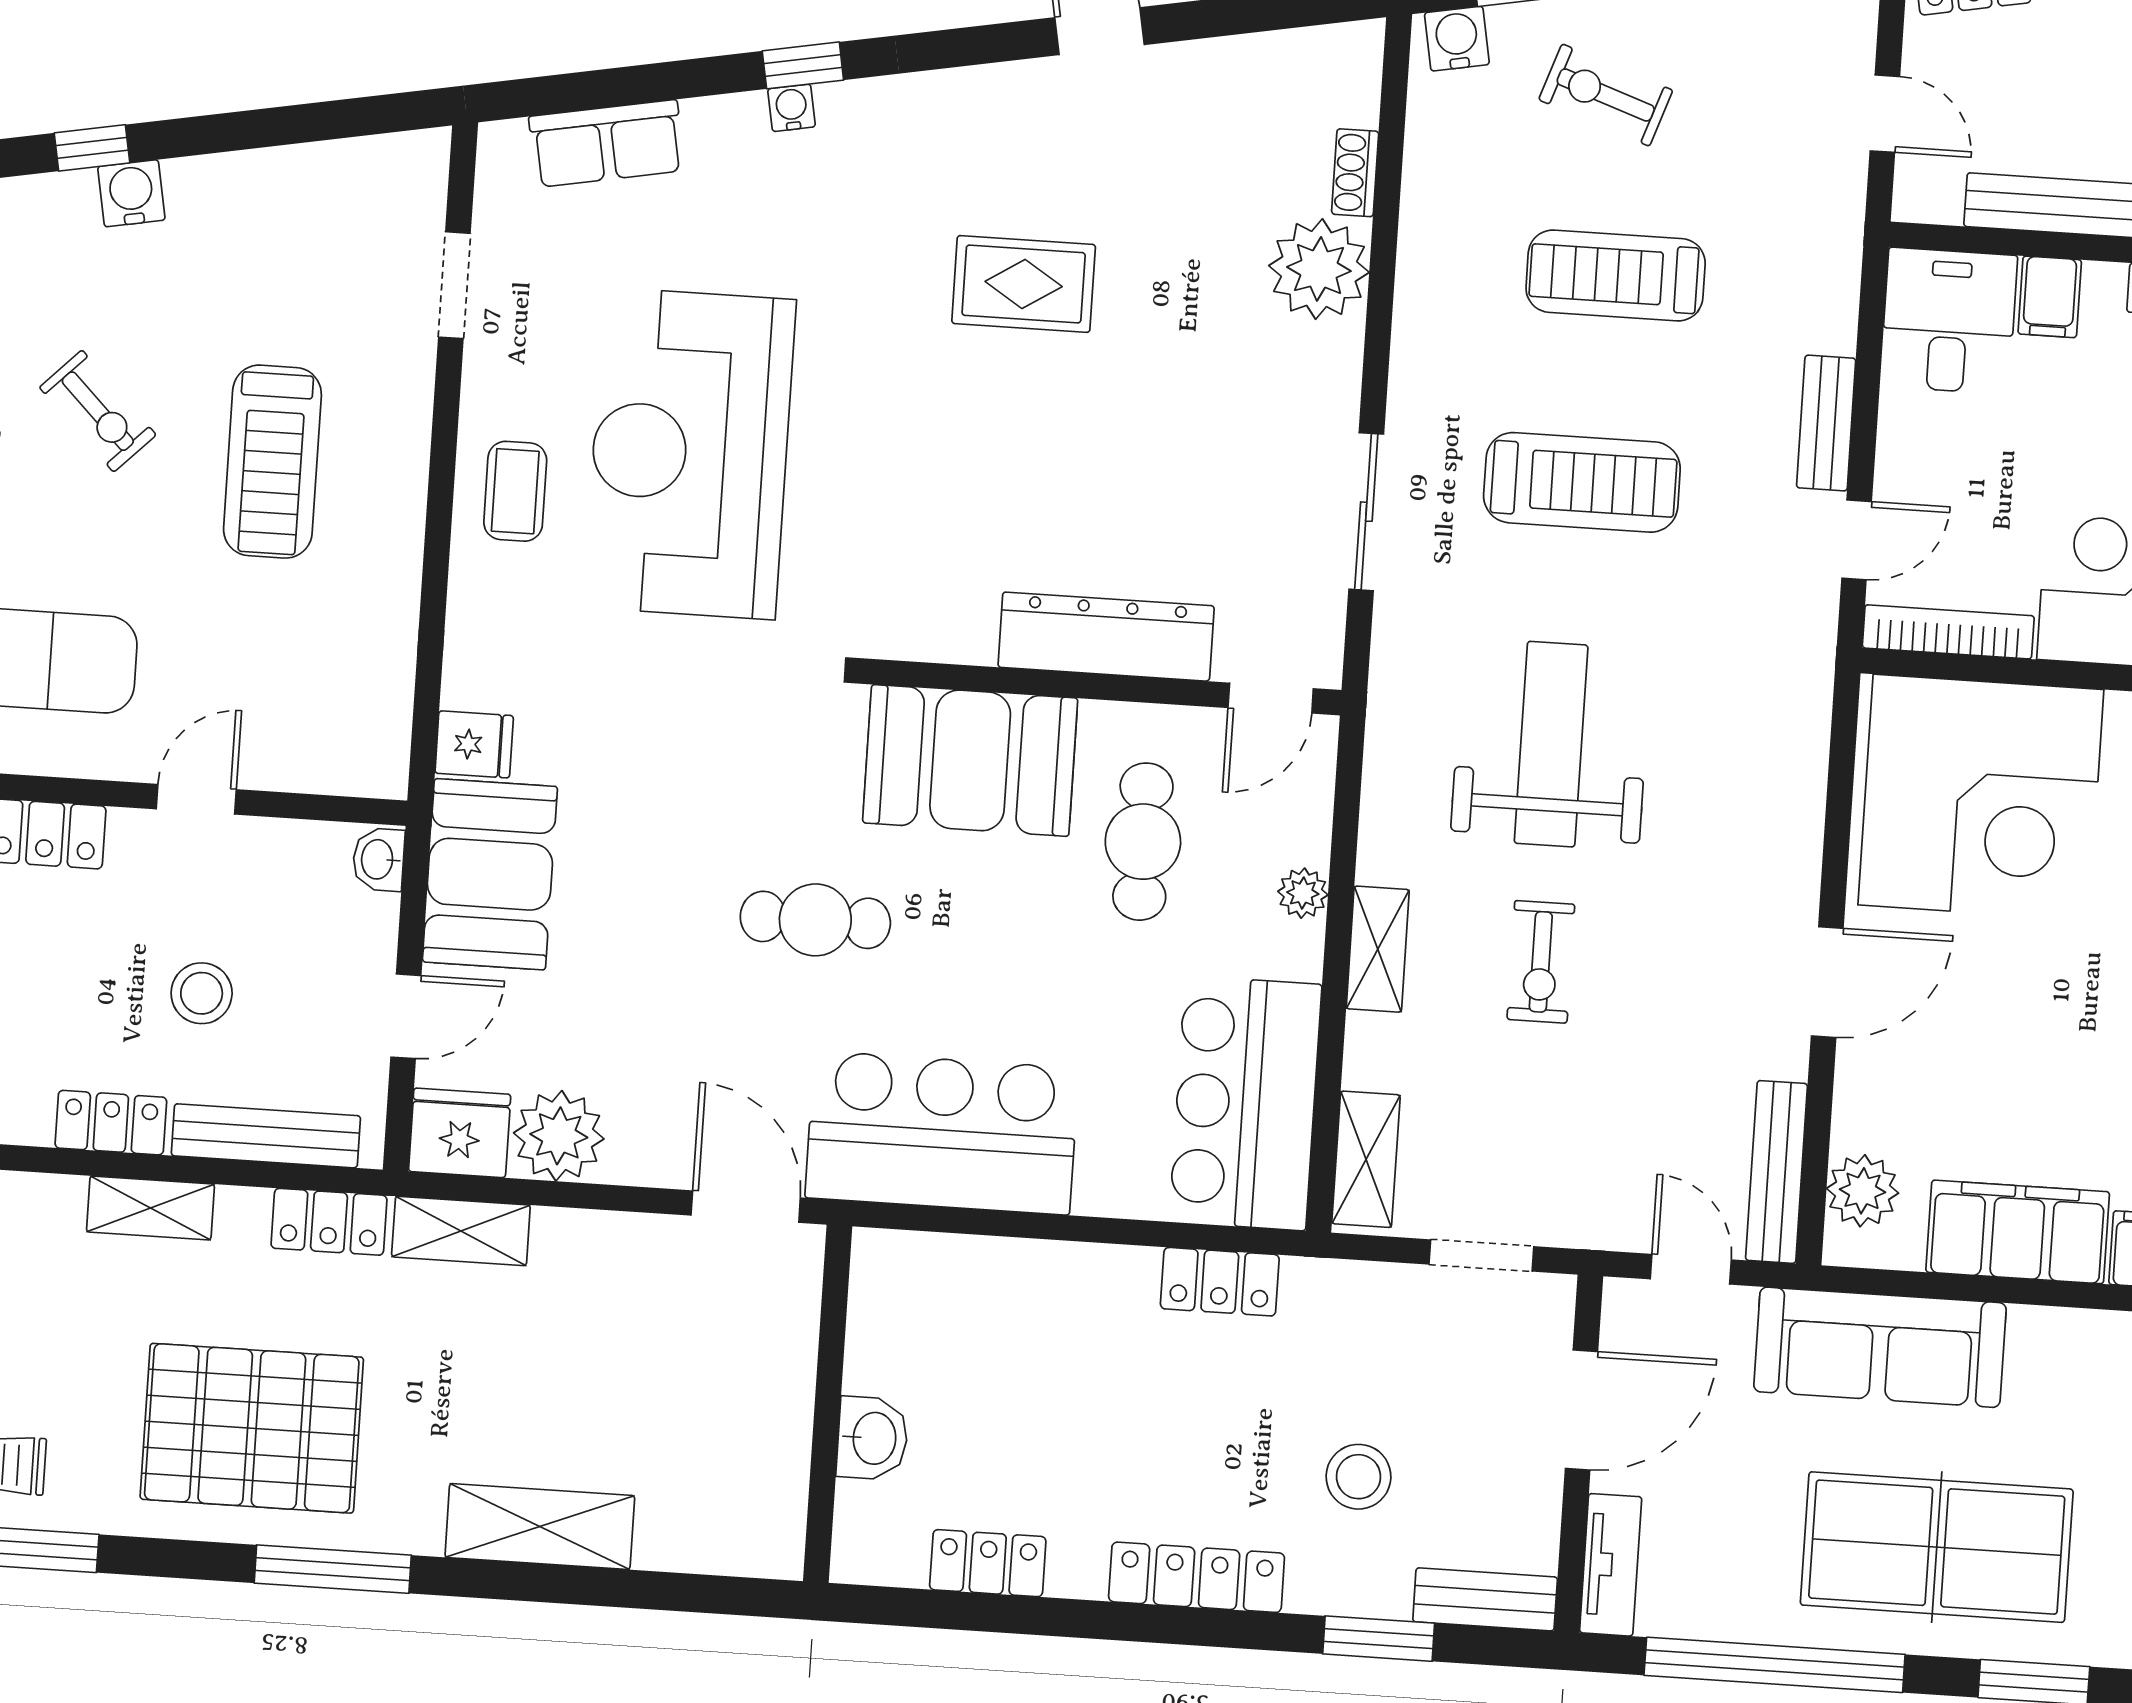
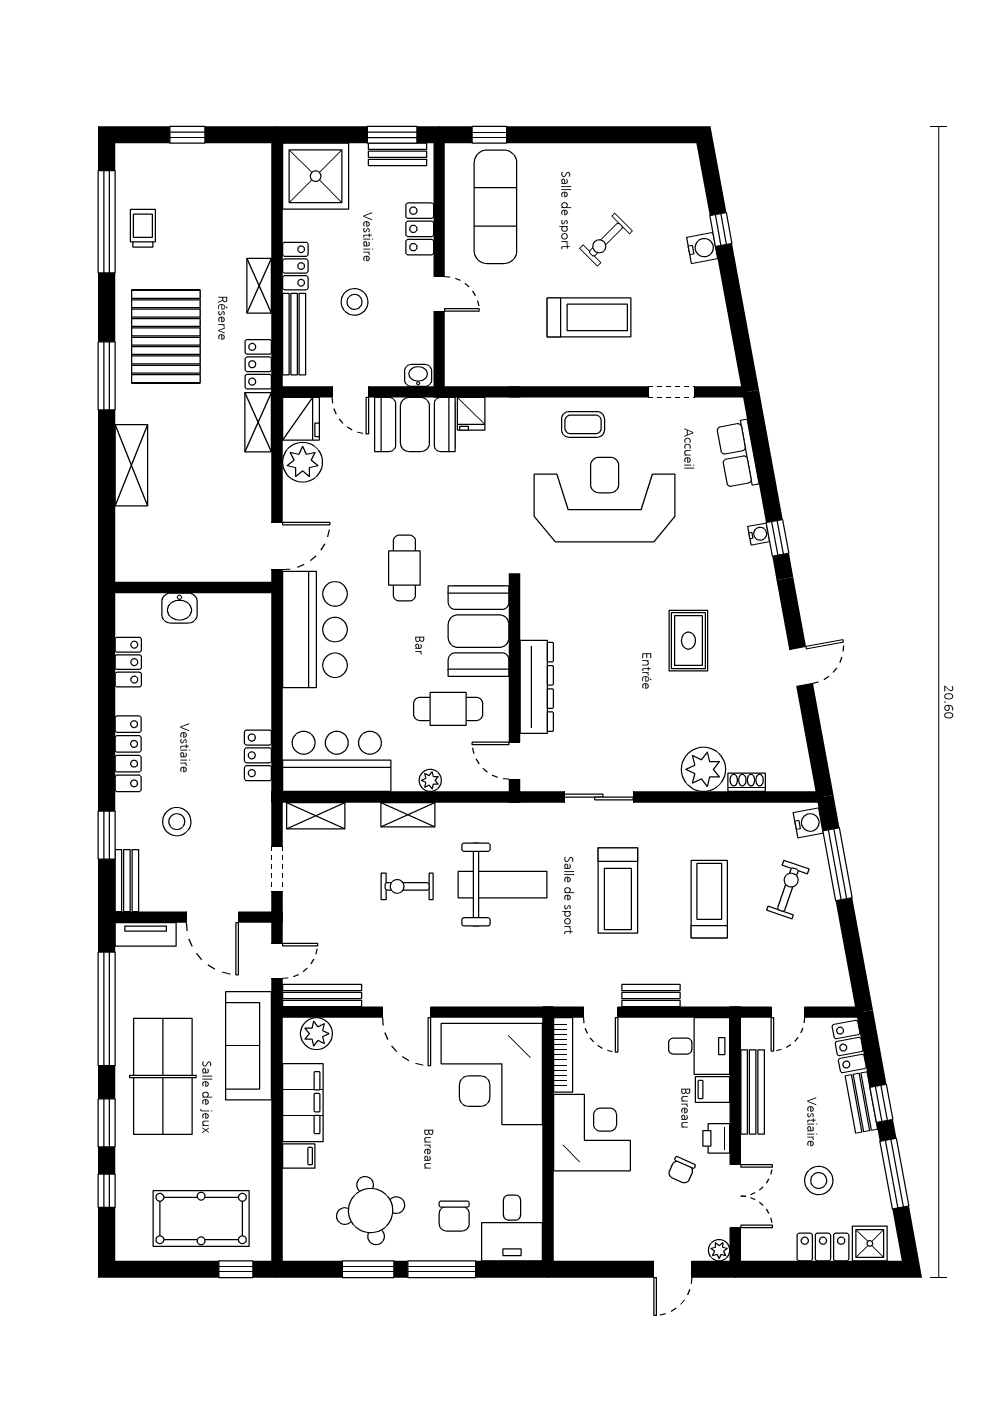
treadmill: (272, 462) -> (589, 317), turned 180

